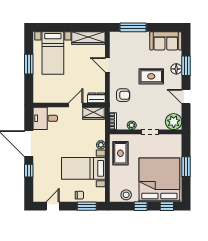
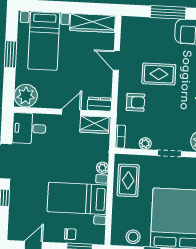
window: (133, 27) -> (168, 12), moved
rug: (151, 76) -> (159, 74), moved
plant: (42, 94) -> (26, 96), added

